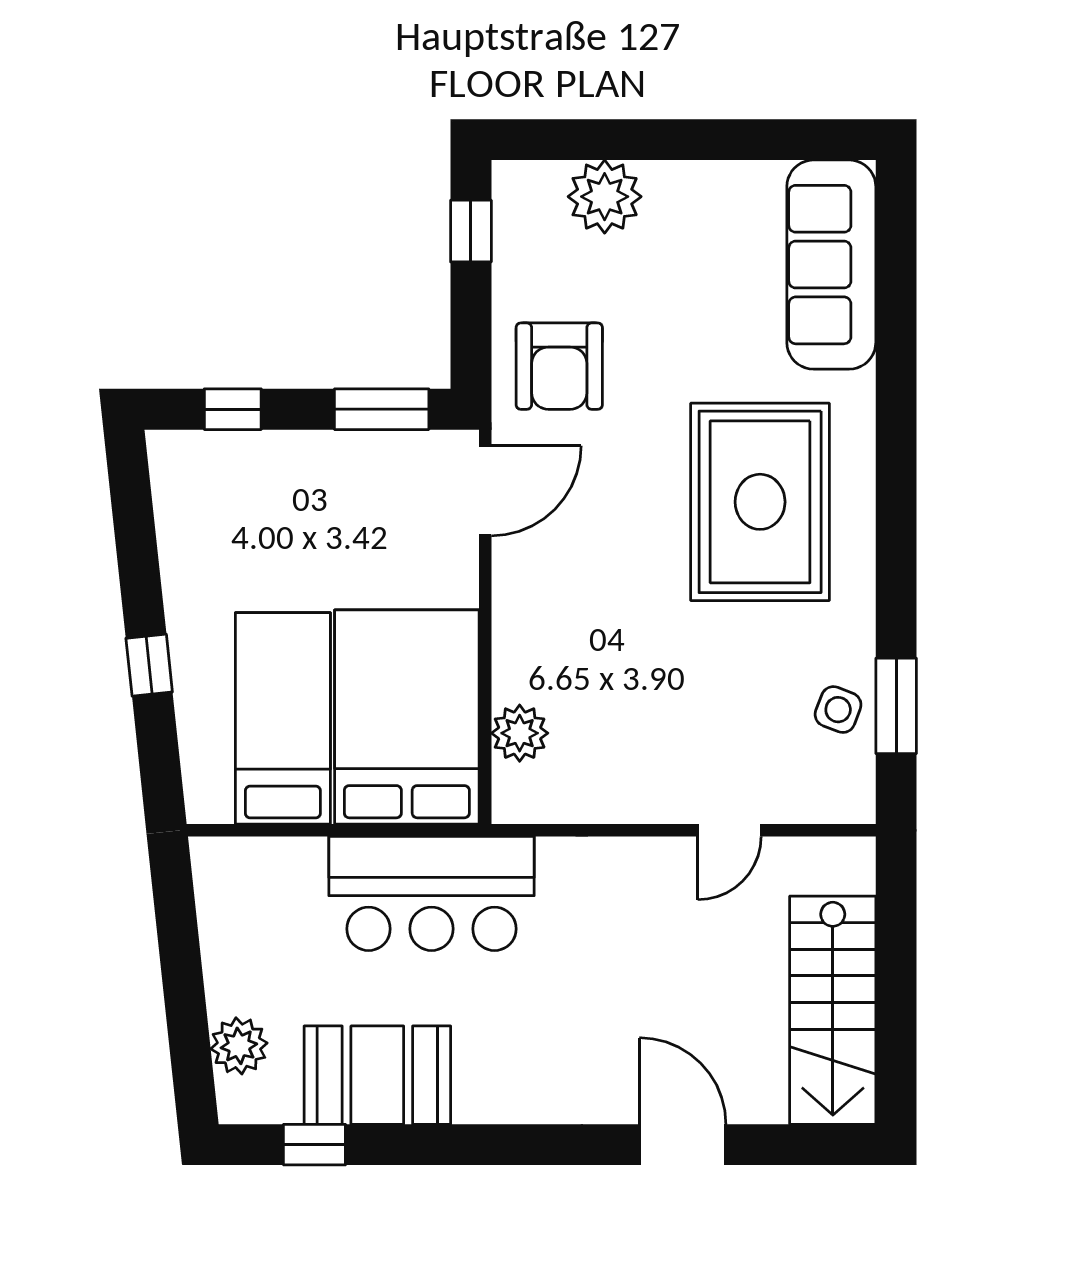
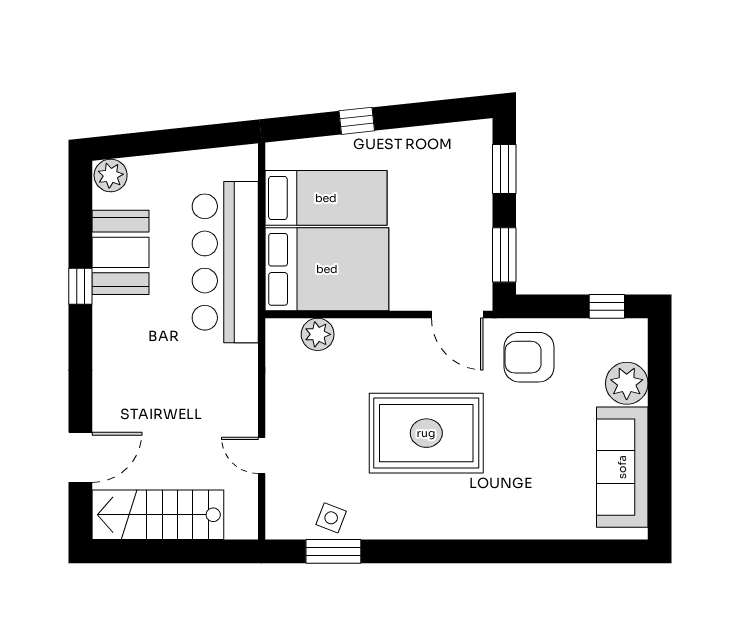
sofa: (831, 265) -> (622, 467), moved, turned -90
window: (233, 409) -> (504, 169), width x1.50
rug: (760, 502) -> (426, 433), moved
bar counter: (432, 893) -> (225, 262), width x1.36
plant: (239, 1046) -> (111, 175), moved
window: (314, 1145) -> (80, 286), moved
door: (683, 1145) -> (80, 457), moved

